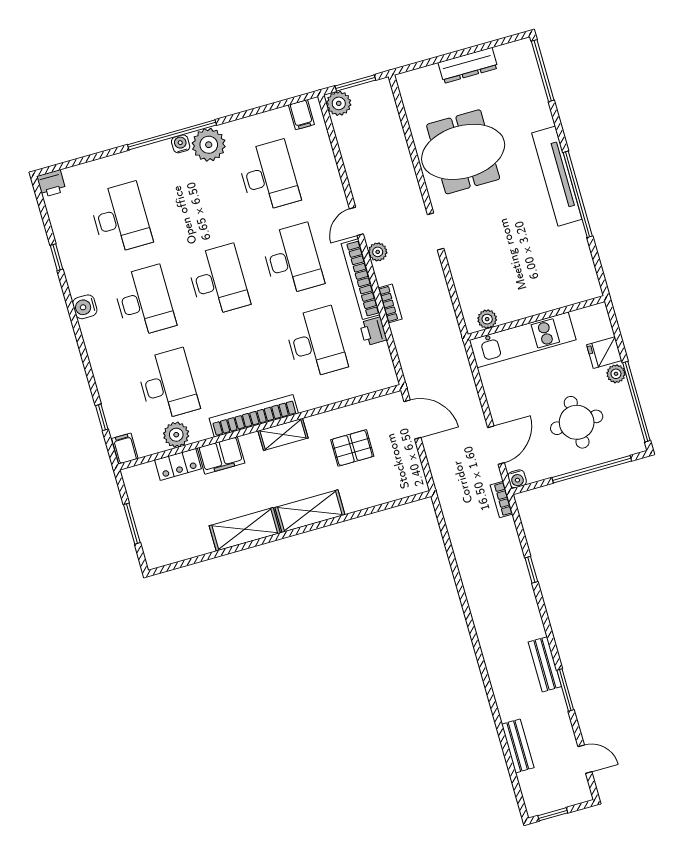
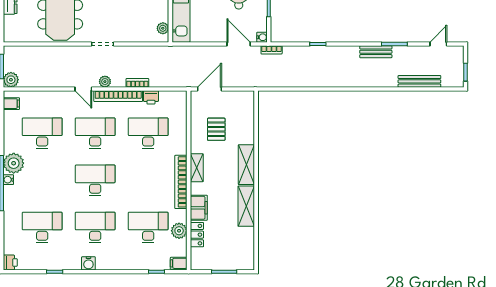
bench: (518, 746) -> (419, 81), width x1.36

